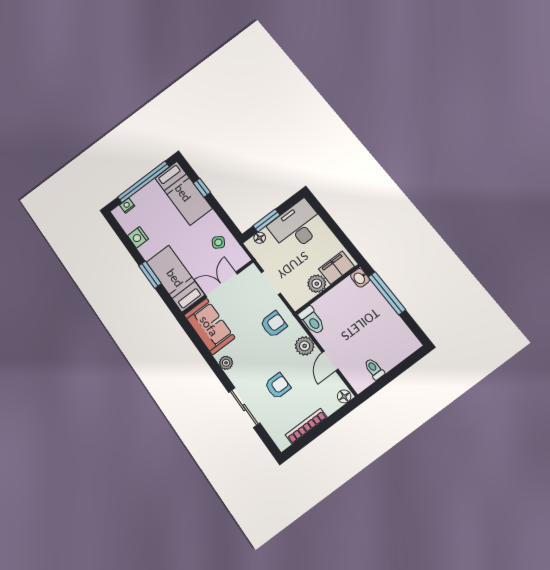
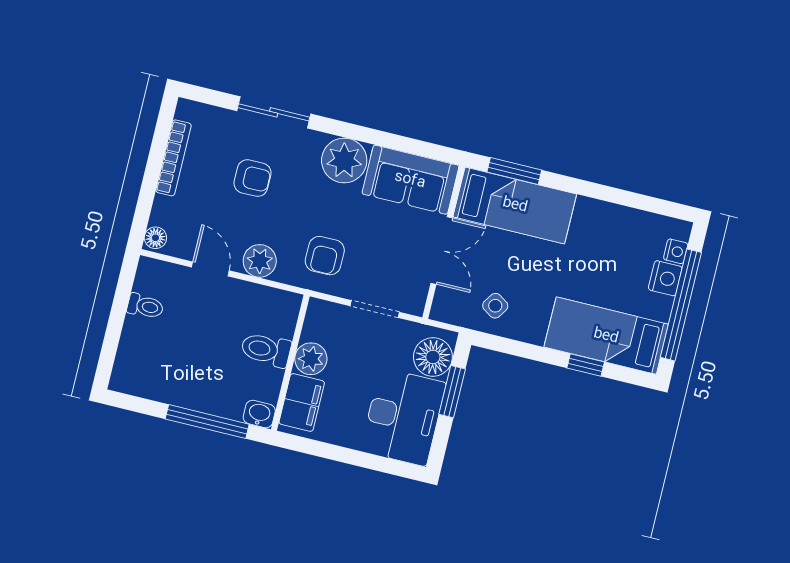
nightstand: (138, 237) -> (665, 278), moved, turned 90
floor lamp: (260, 238) -> (433, 357), width x1.89, depth x1.89
window: (150, 275) -> (514, 171), moved
toilet: (312, 320) -> (266, 350), moved
plant: (226, 363) -> (344, 160), width x1.88, depth x1.88
armchair: (278, 386) -> (252, 178), turned -90

